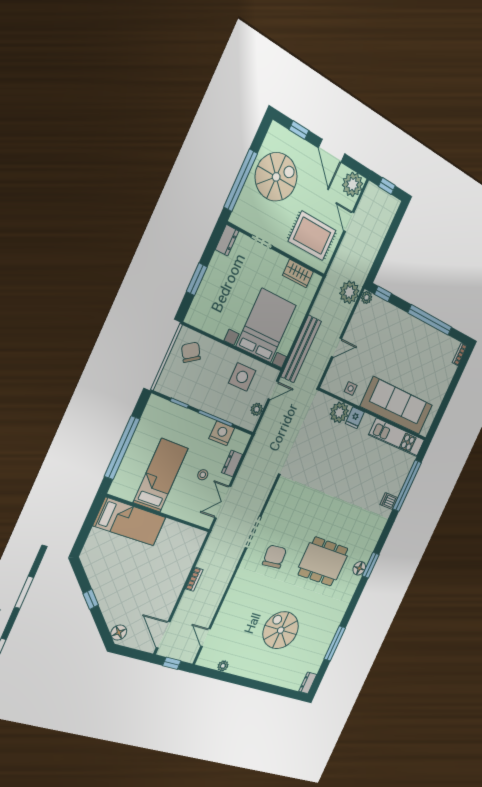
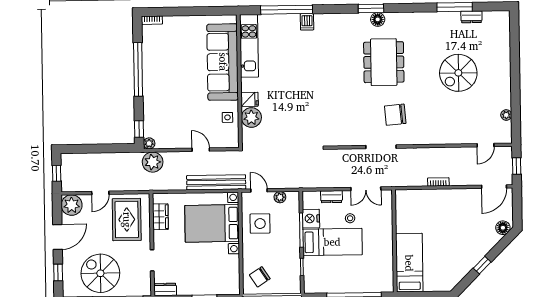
bed: (161, 475) -> (332, 242), moved, turned 180
dresser: (308, 683) -> (471, 17), moved

